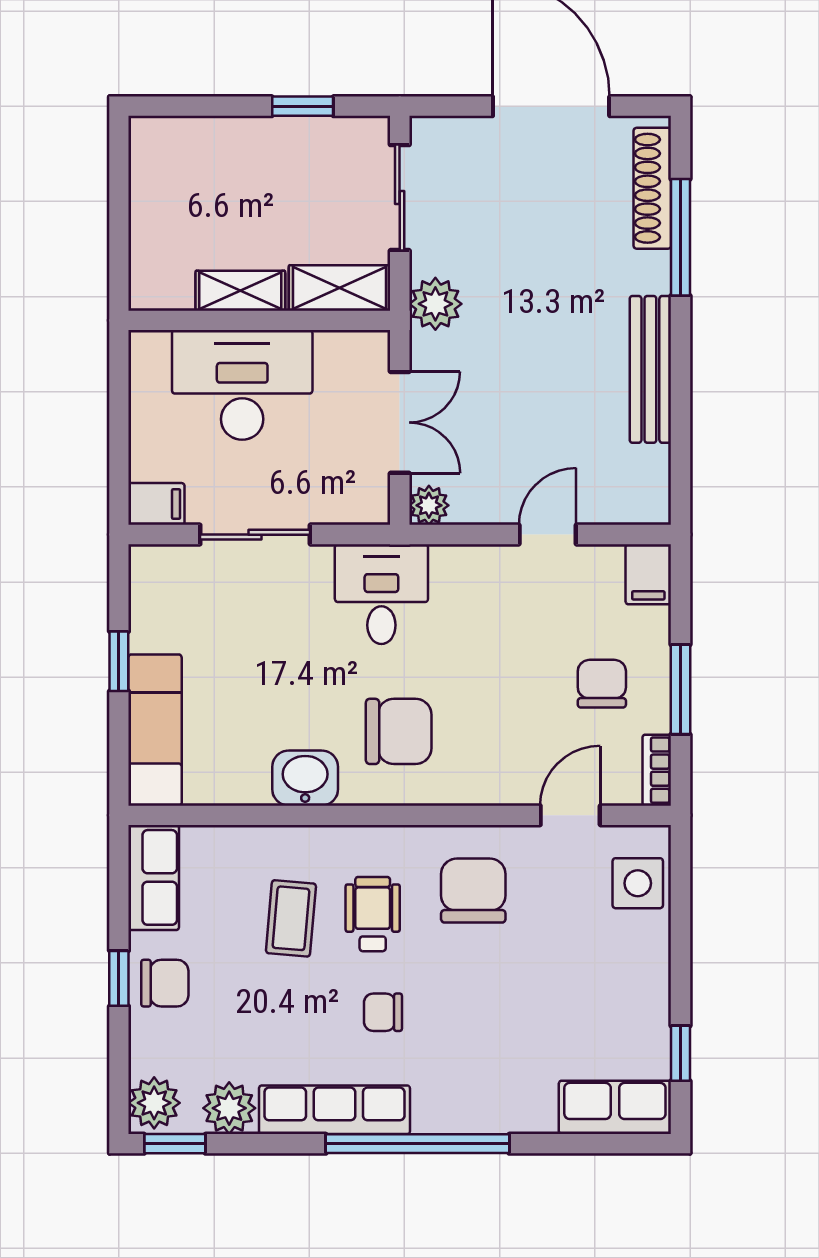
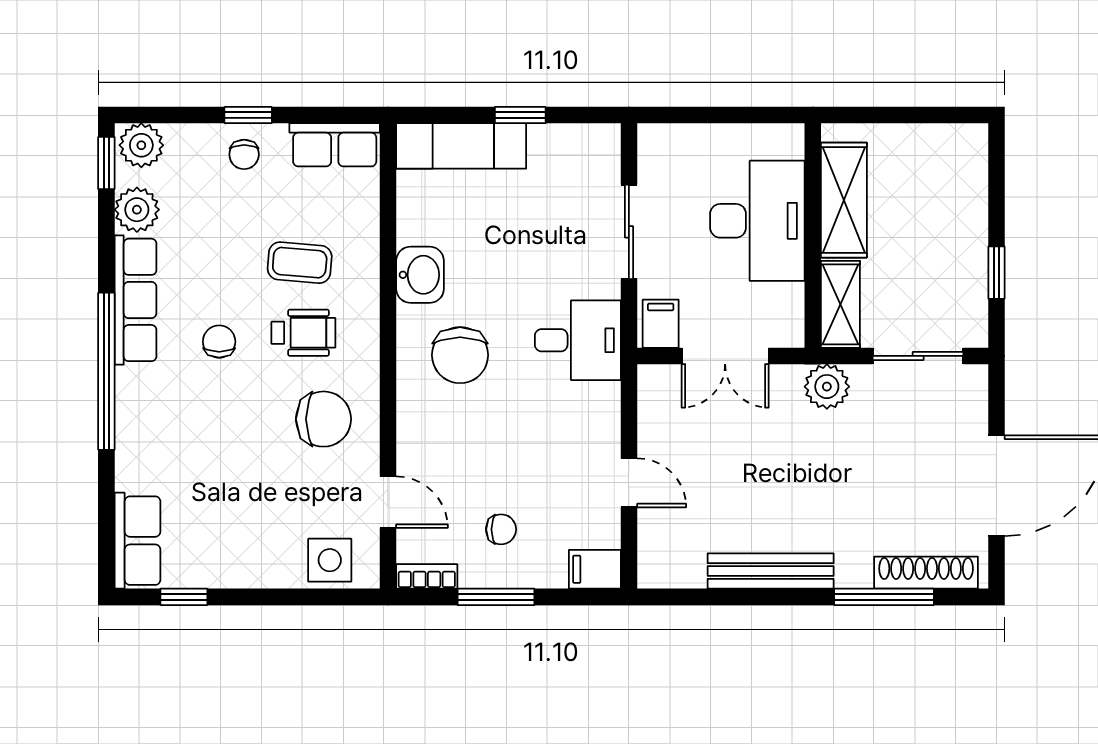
shelving: (240, 291) -> (844, 200), width x1.50, depth x1.33
filing cabinet: (156, 504) -> (661, 324), moved, turned 180
plant: (429, 505) -> (654, 381), removed
chair: (602, 684) -> (501, 529), width x0.73, depth x0.73
chair: (165, 983) -> (244, 154), width x0.73, depth x0.73

